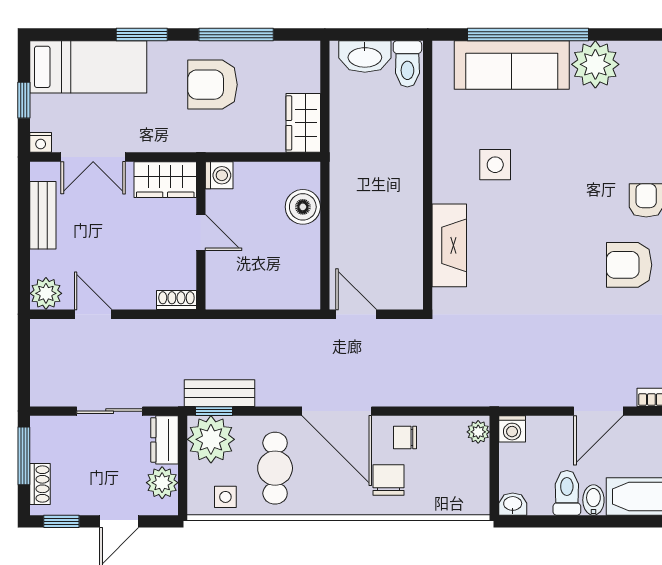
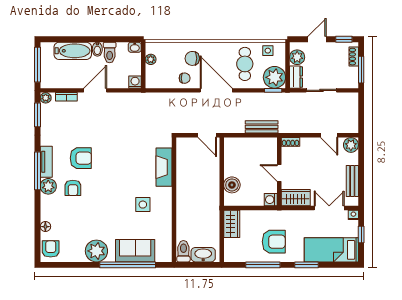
sofa: (512, 65) -> (135, 251), width x0.73
bench: (219, 393) -> (262, 127), moved
plant: (478, 432) -> (151, 59), moved
chair: (388, 480) -> (192, 58), turned 90

